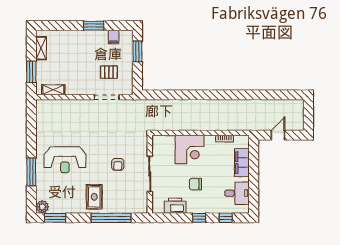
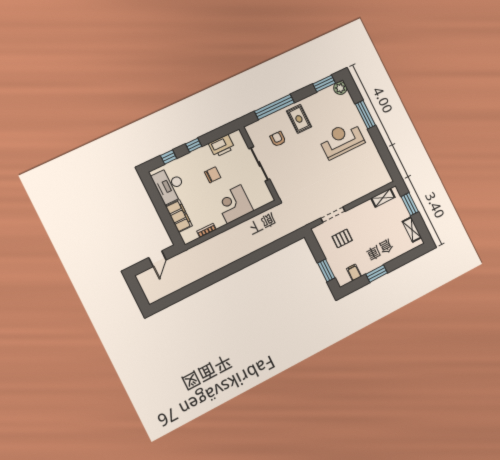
armchair: (118, 164) -> (278, 139), moved
desk: (237, 193) -> (169, 185), width x1.37

